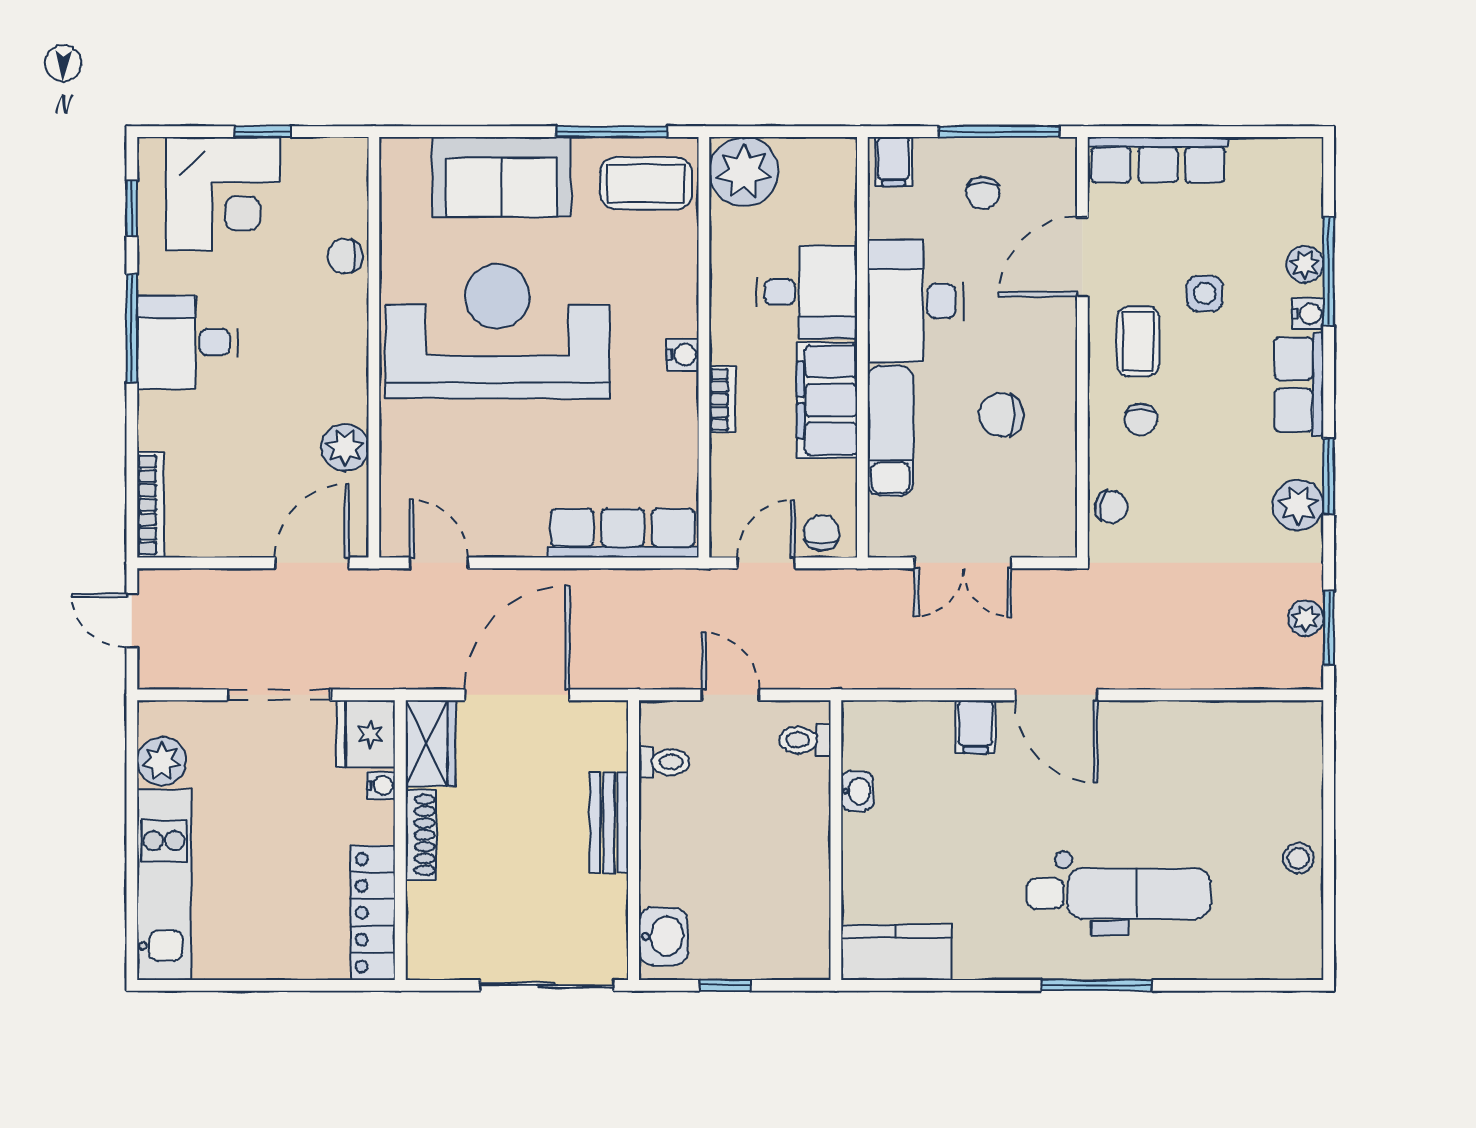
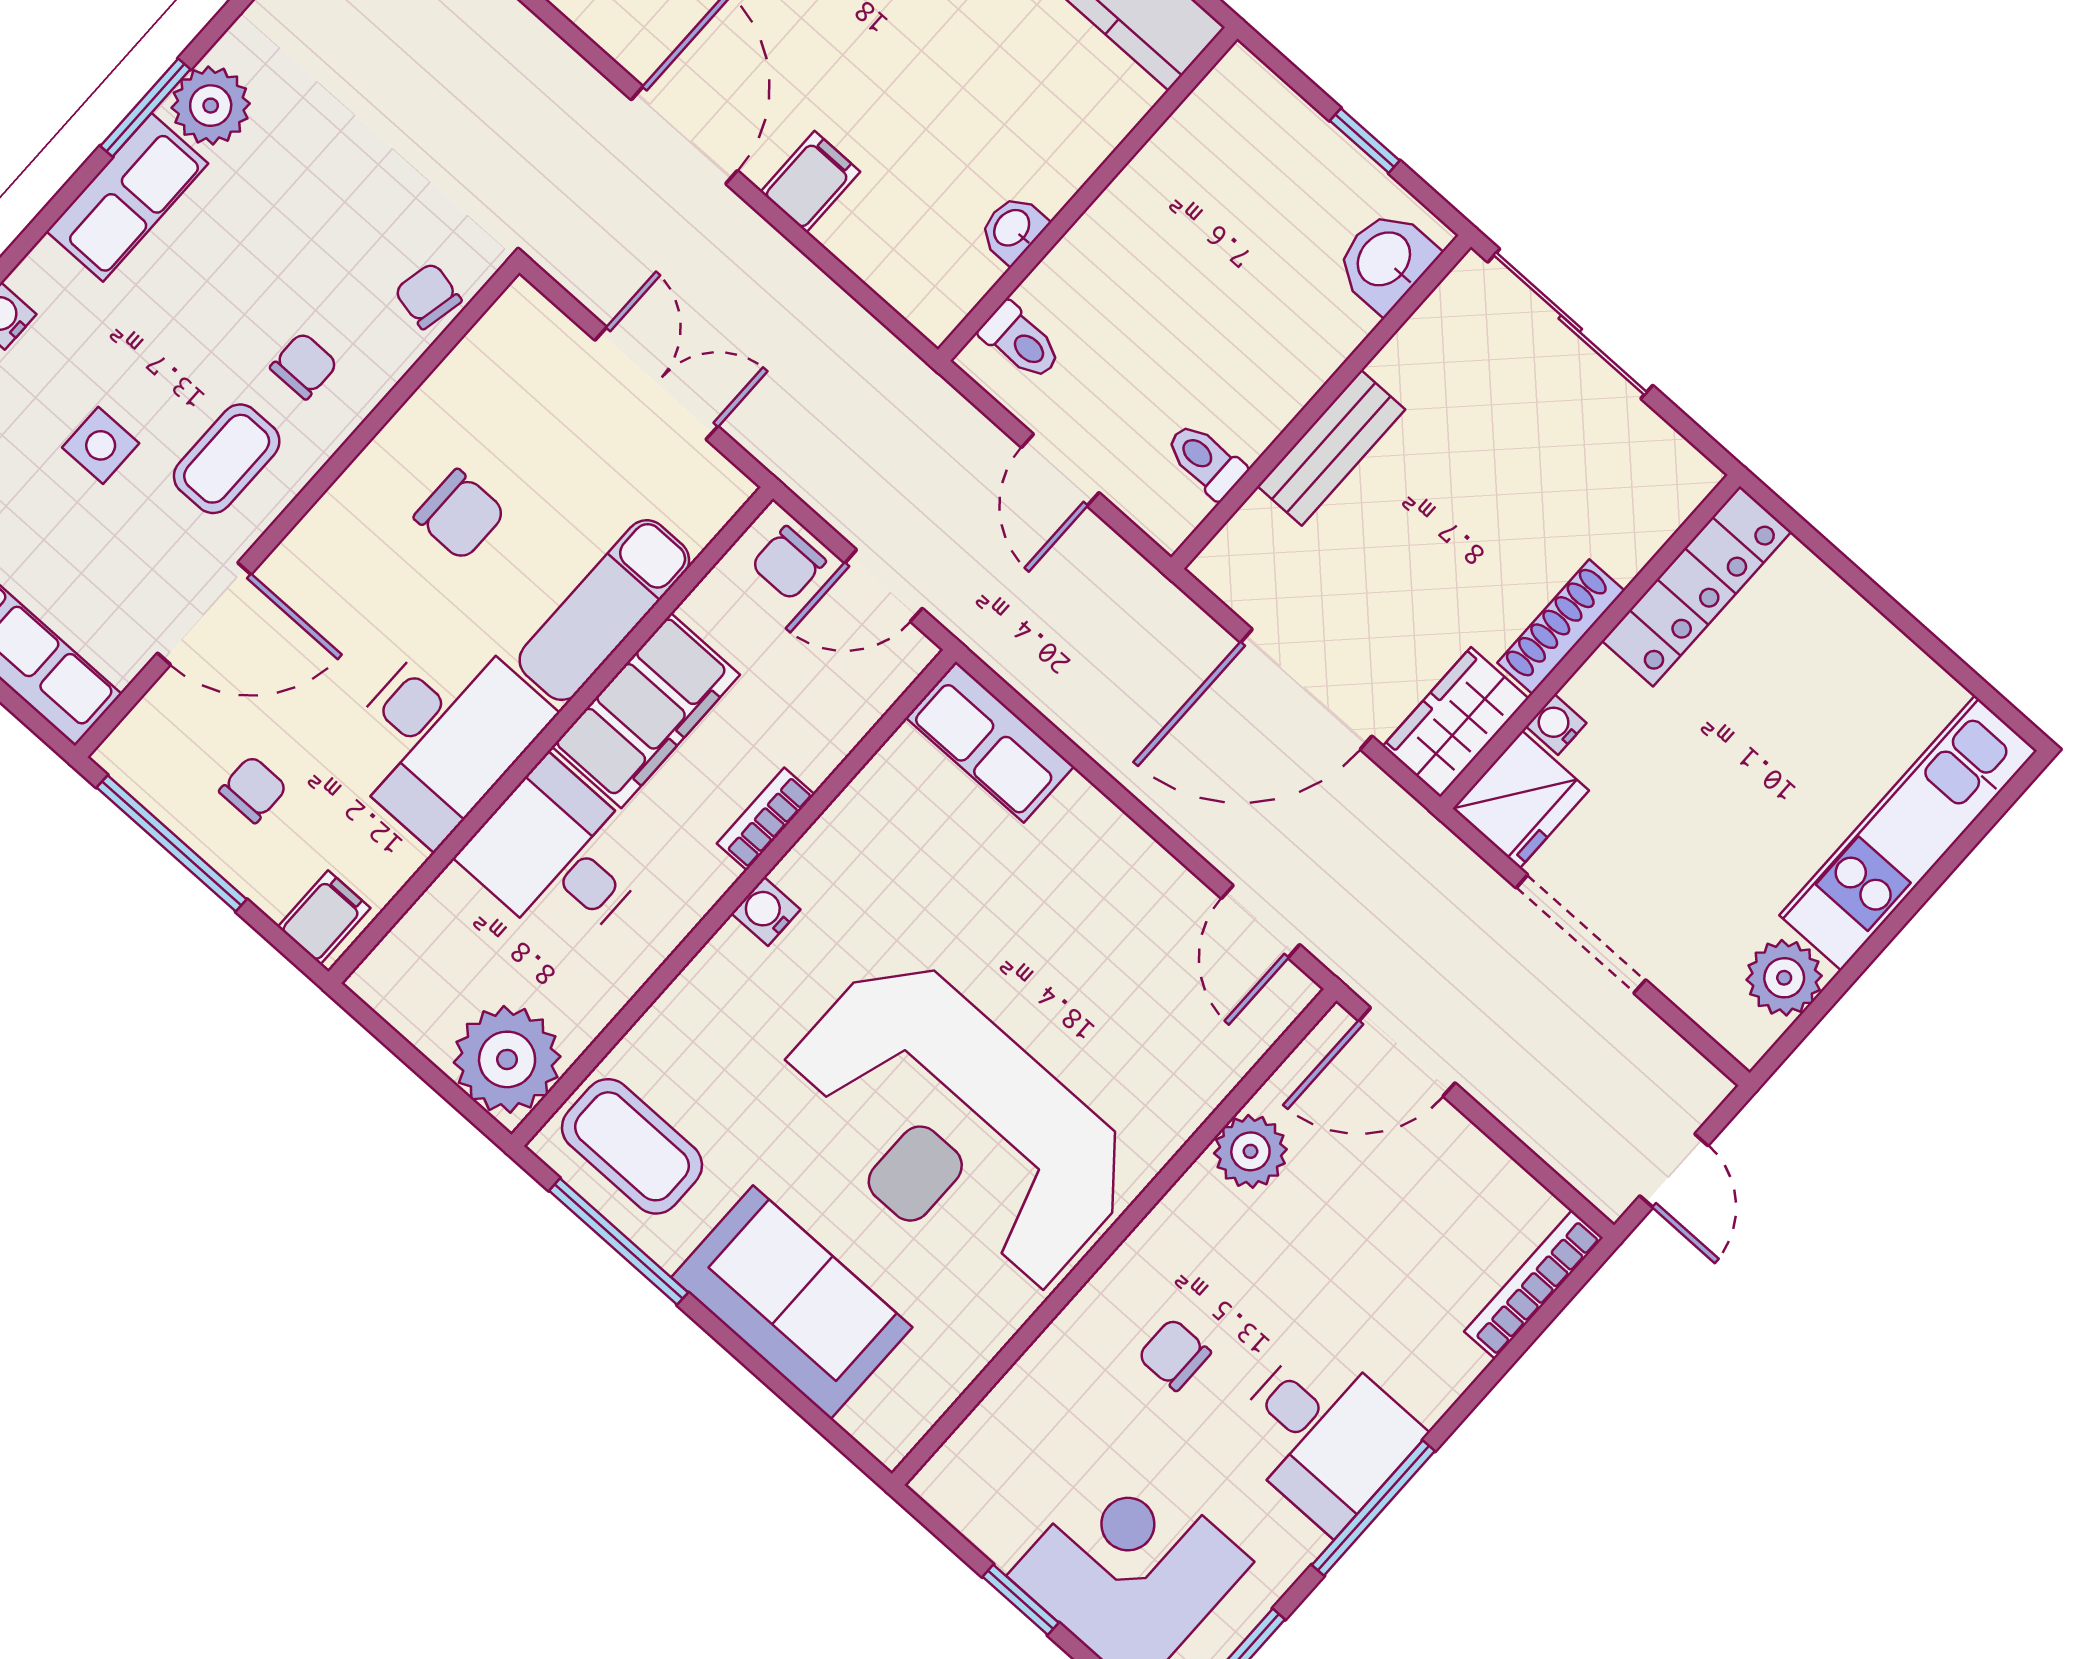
chair: (345, 256) -> (1174, 1354), moved, turned 180
row of seats: (1299, 384) -> (127, 197), moved
row of seats: (623, 533) -> (990, 742), width x0.68

